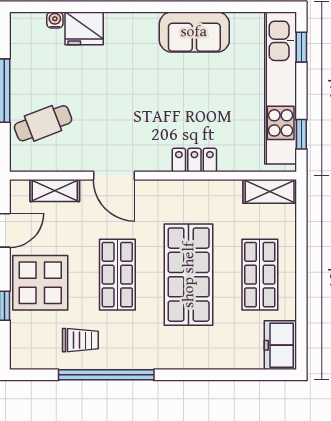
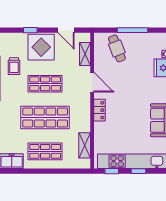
window: (301, 47) -> (139, 171), moved
locker: (194, 160) -> (99, 110), moved
door: (114, 176) -> (92, 82), swing flipped
shelving: (270, 191) -> (85, 145), moved

